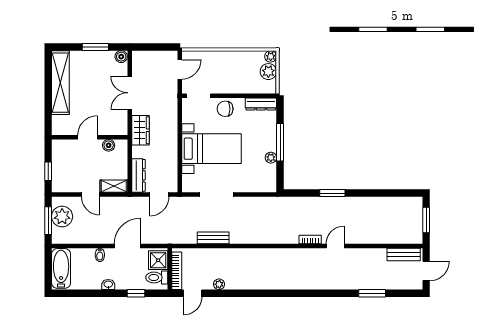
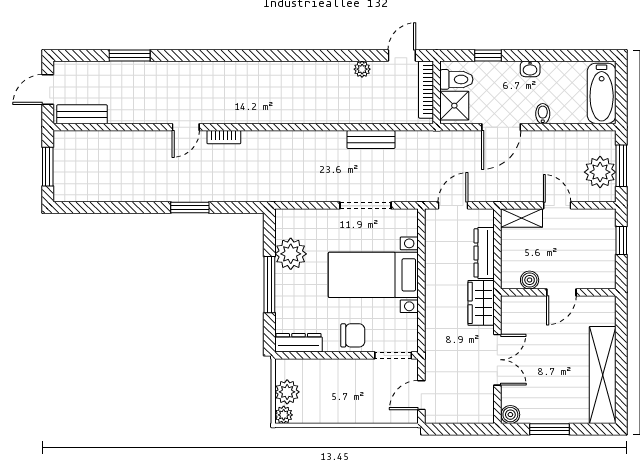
plant: (271, 158) -> (291, 254), width x1.87, depth x1.87
dresser: (138, 175) -> (484, 253), moved

